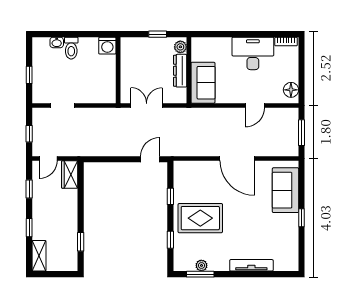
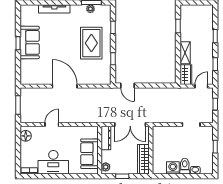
washing machine: (107, 46) -> (173, 168), moved
wardrobe: (128, 58) -> (143, 159), added
dresser: (180, 71) -> (106, 138), moved
sofa: (203, 83) -> (89, 154), moved
double door: (147, 106) -> (130, 125), width x1.37
door: (150, 159) -> (128, 86), hinge flipped
sofa: (285, 190) -> (30, 42), moved
rug: (200, 218) -> (91, 43), turned 90
shelving: (39, 256) -> (185, 53), moved

